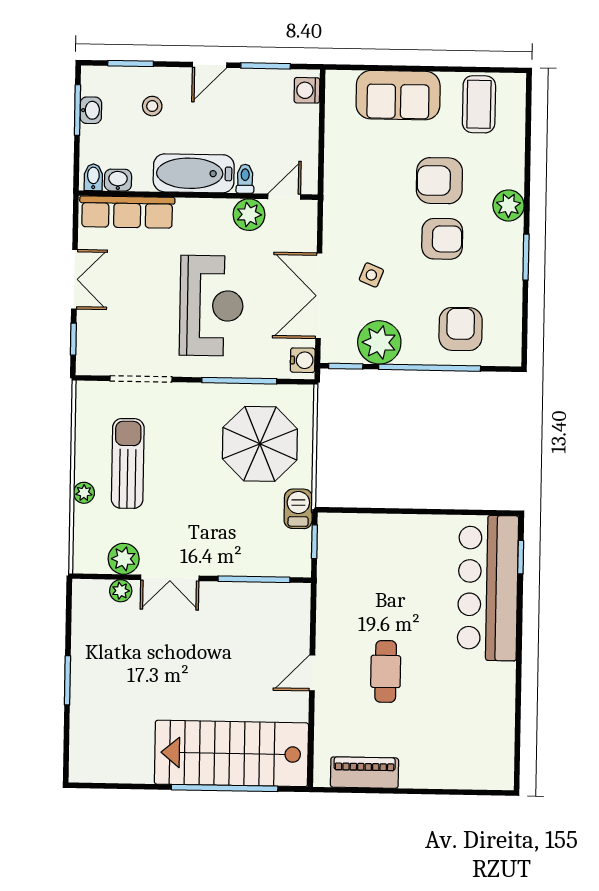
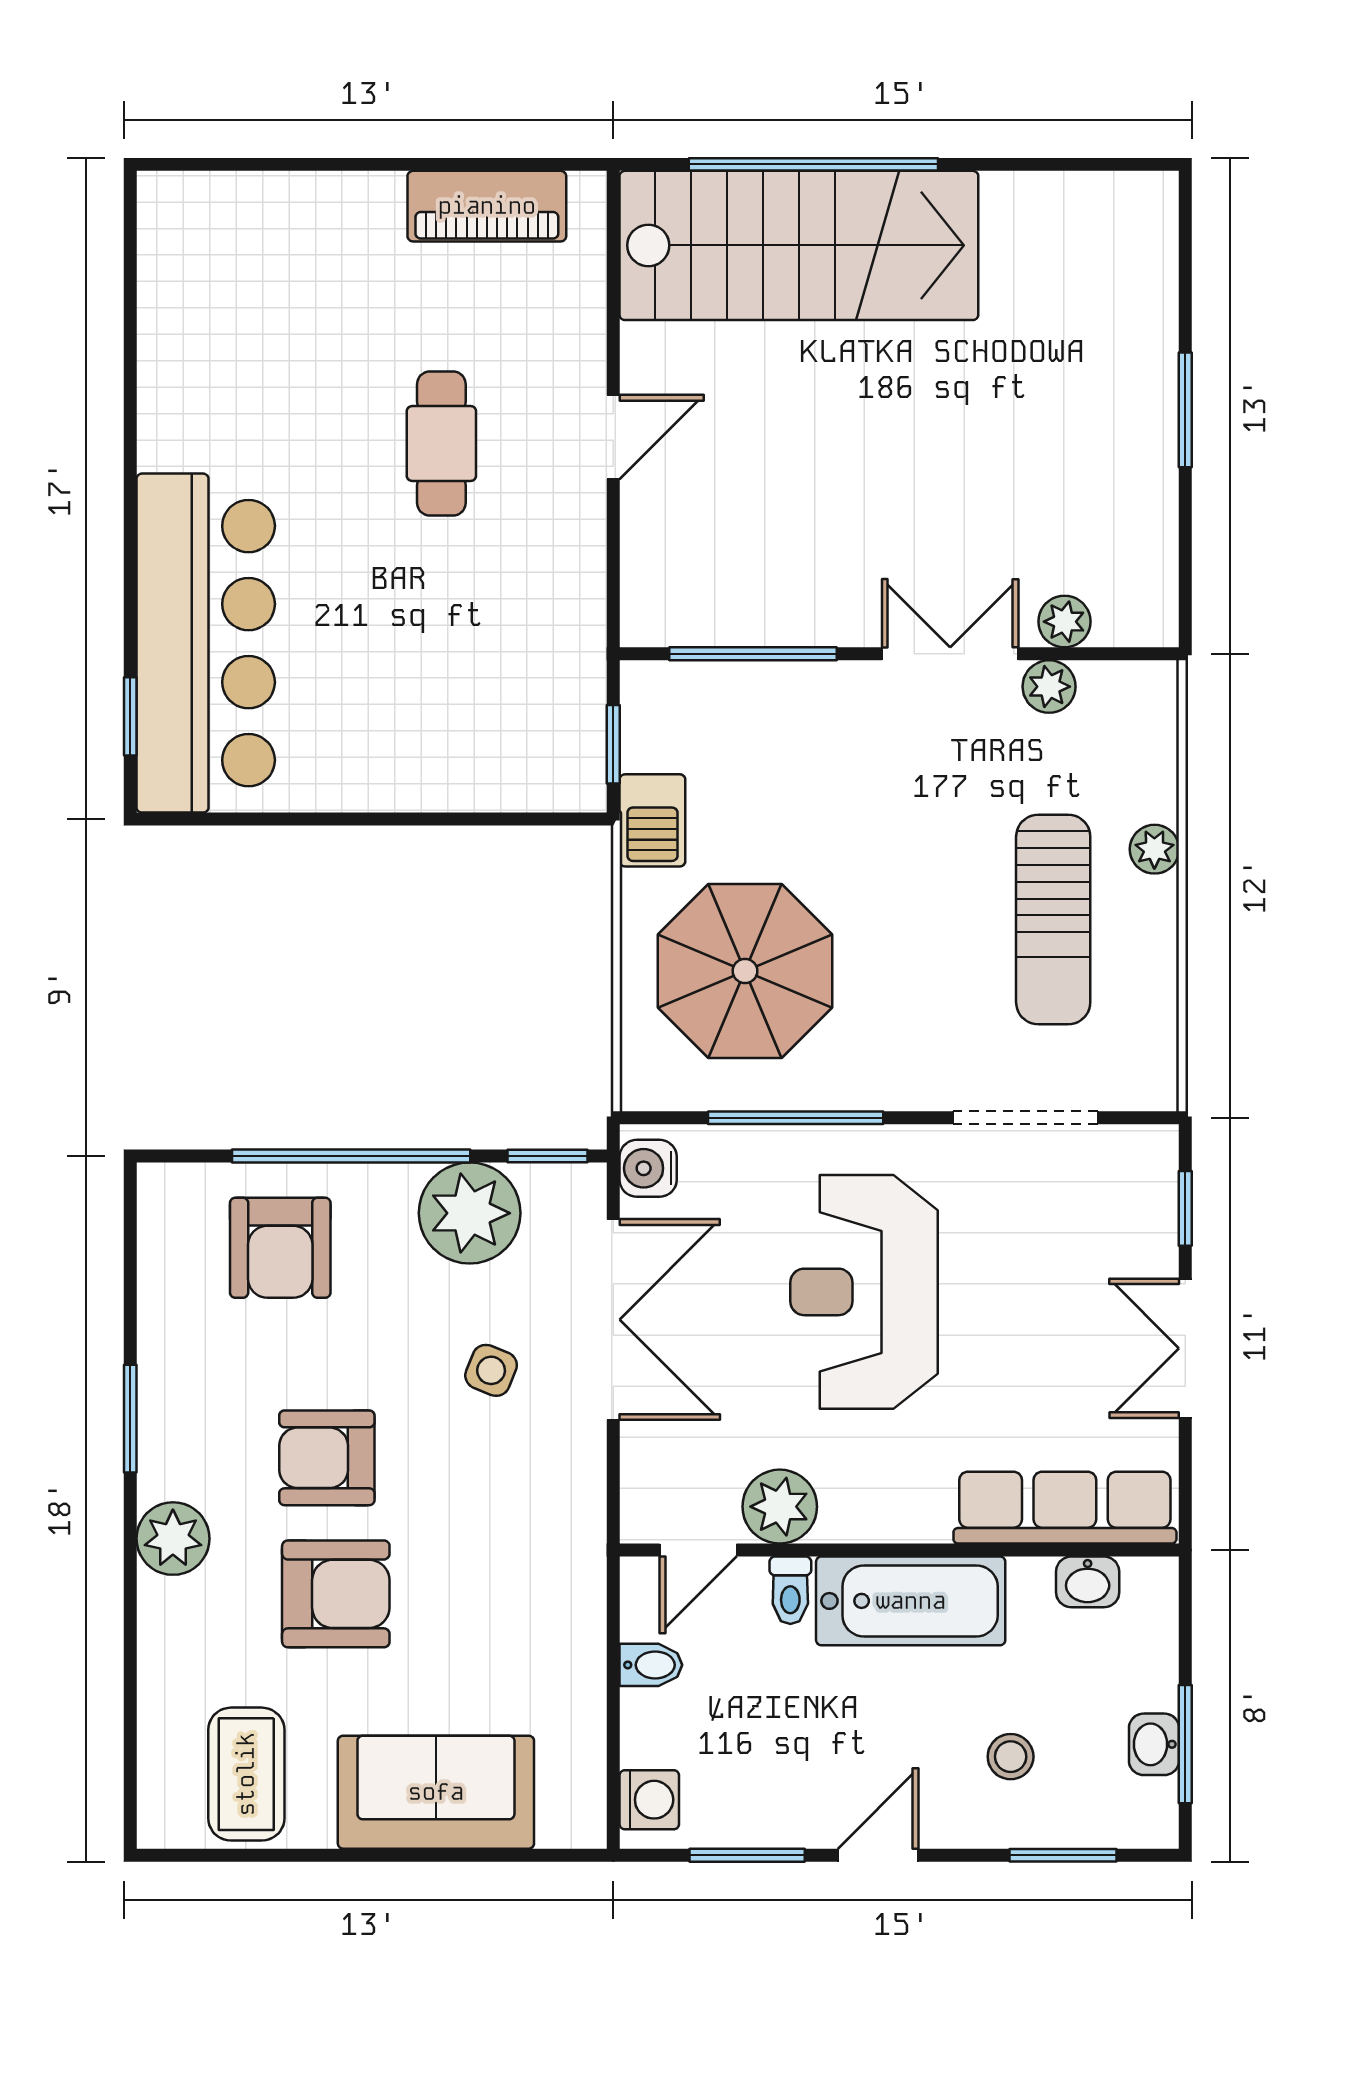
bidet: (93, 177) -> (651, 1665), moved, turned -90
plant: (124, 559) -> (1049, 687), width x0.73, depth x0.73

